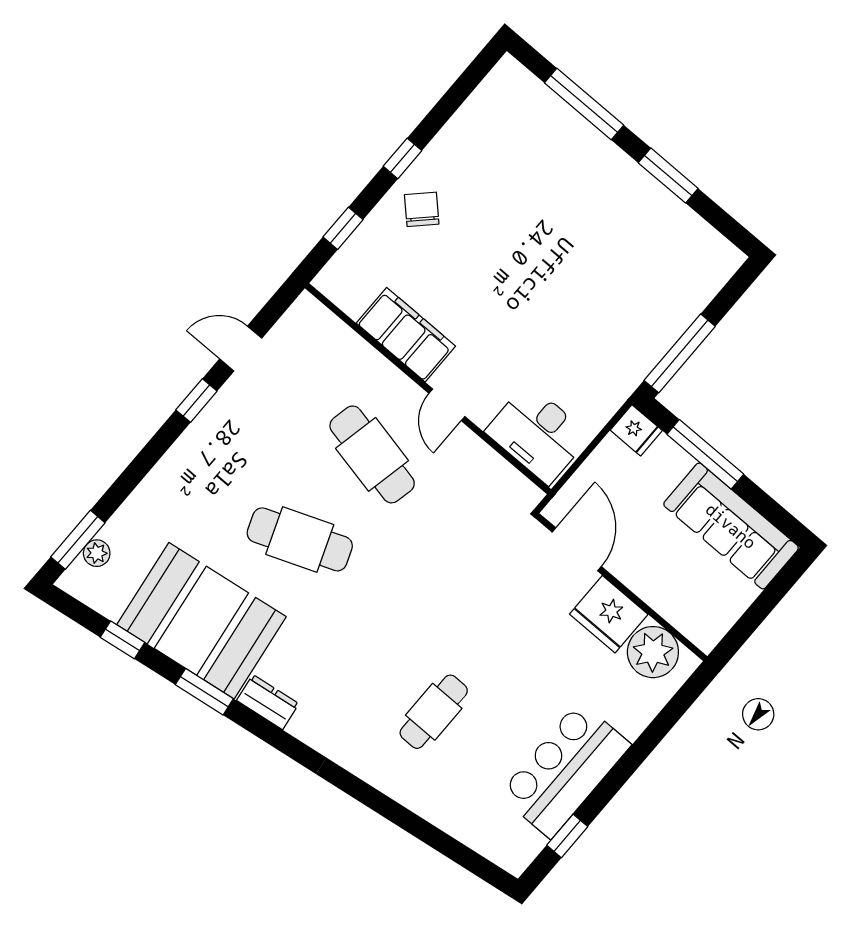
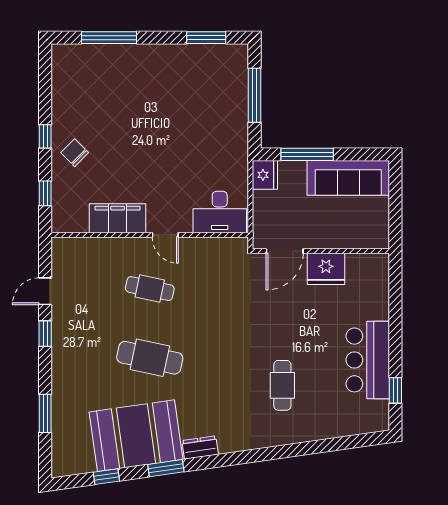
window: (668, 176) -> (206, 38), moved
window: (680, 353) -> (254, 95), moved
fridge: (636, 430) -> (265, 175), width x1.38
cafe table: (372, 454) -> (150, 289), width x0.73, depth x0.74
cafe table: (300, 539) -> (150, 358), turned 33
window: (78, 540) -> (45, 413), moved
door: (577, 549) -> (285, 251), swing flipped
plant: (97, 553) -> (59, 446), removed
plant: (653, 652) -> (362, 269), removed

